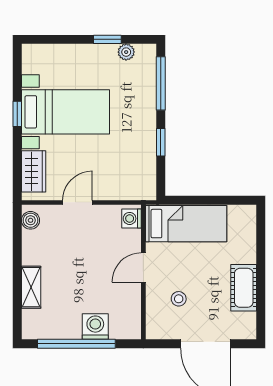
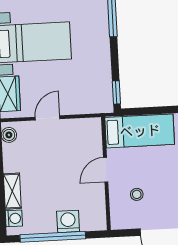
window: (161, 142) -> (116, 92), moved
washing machine: (132, 218) -> (14, 218), moved, turned 180

